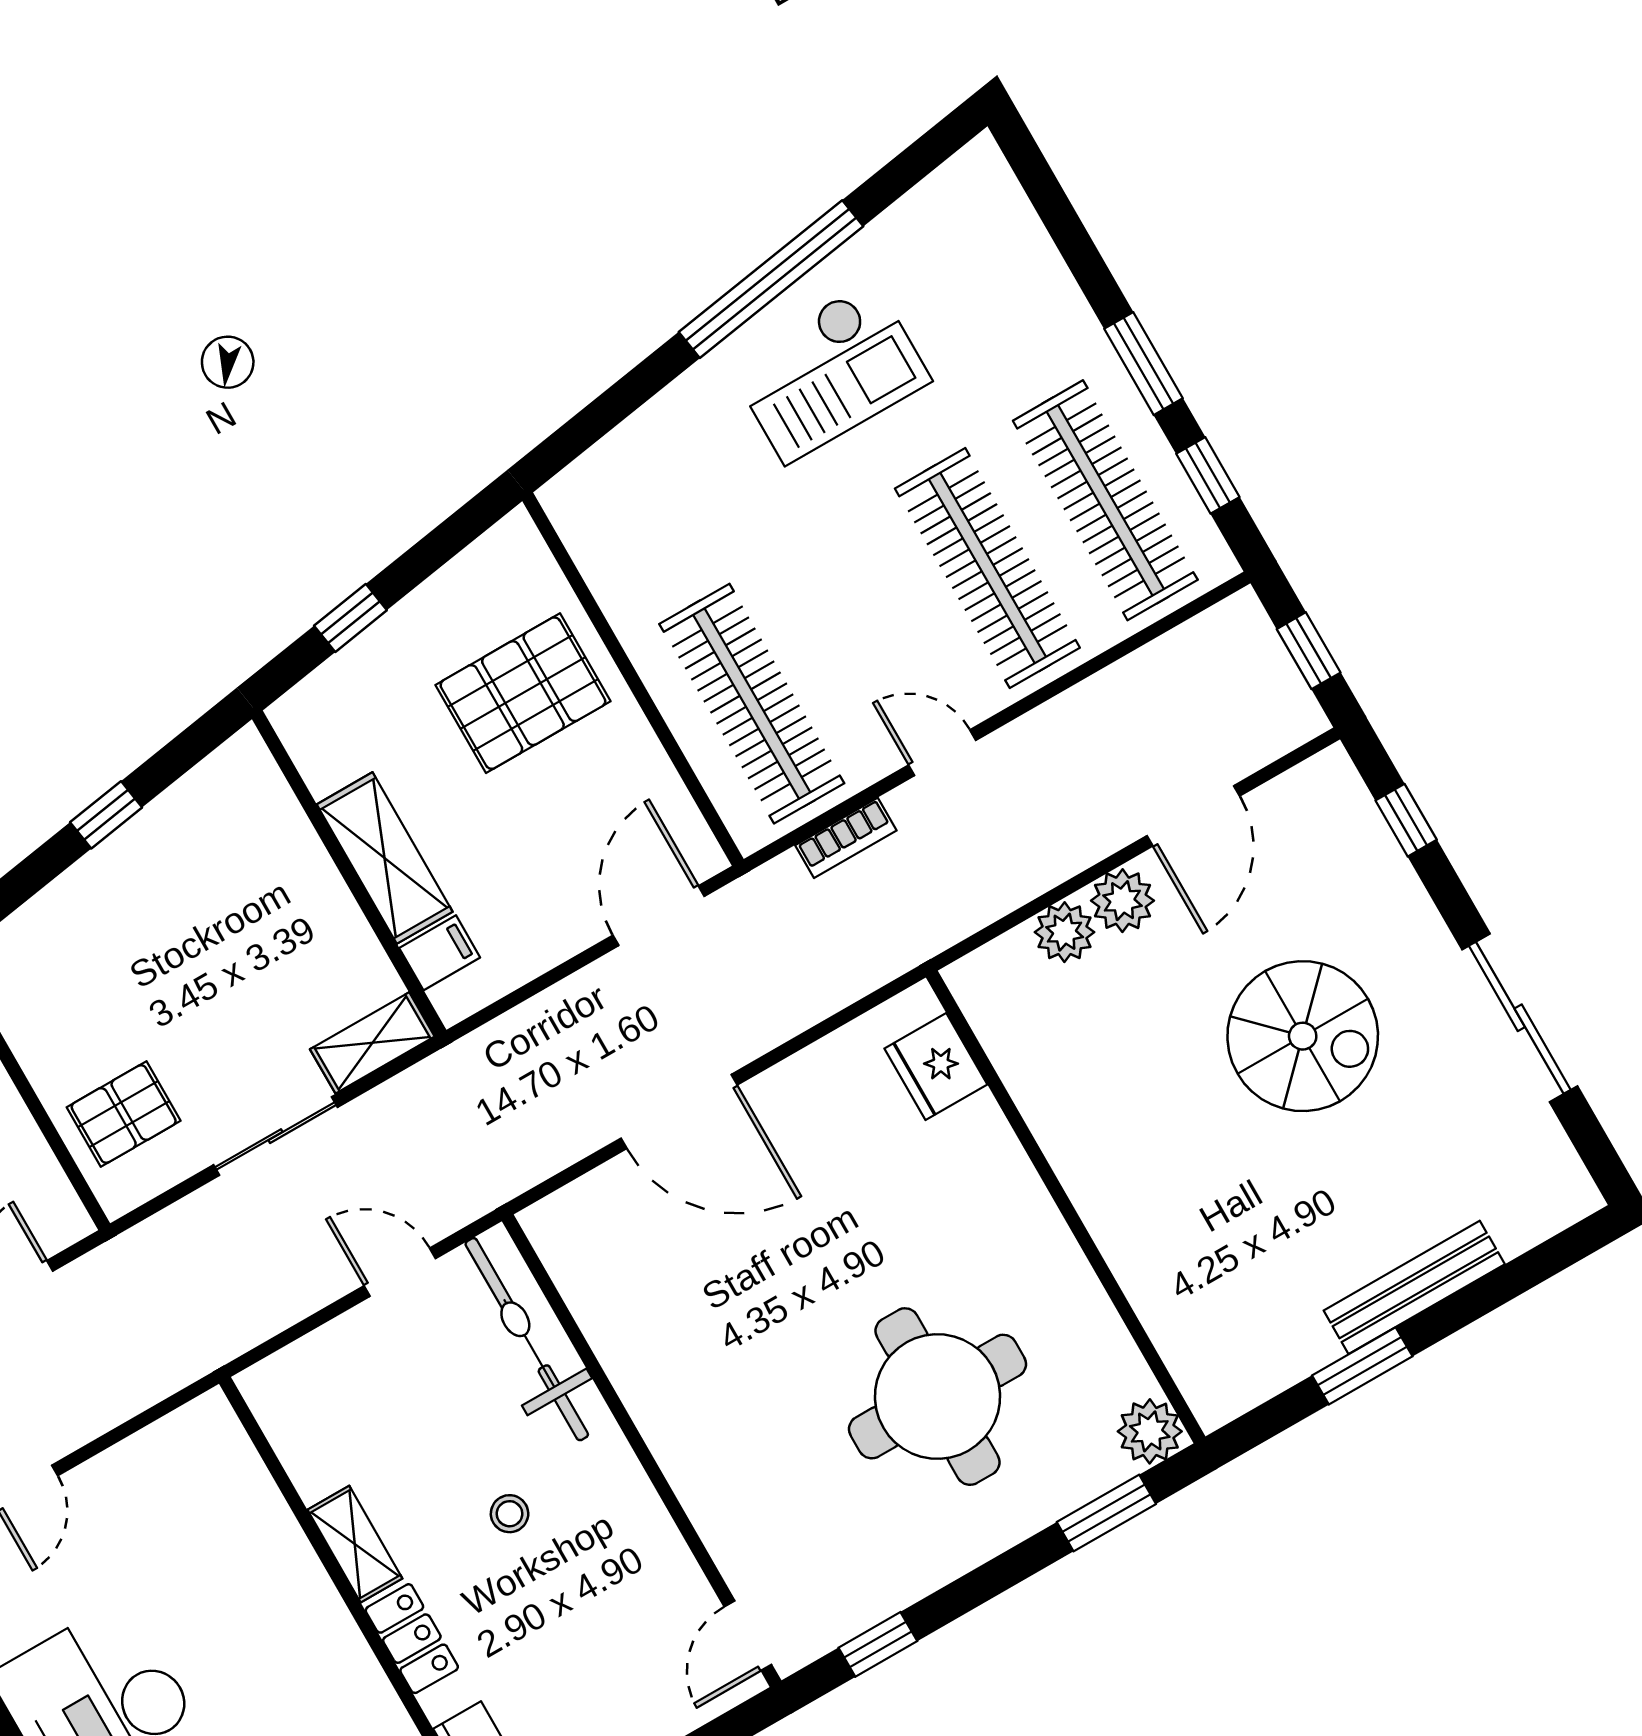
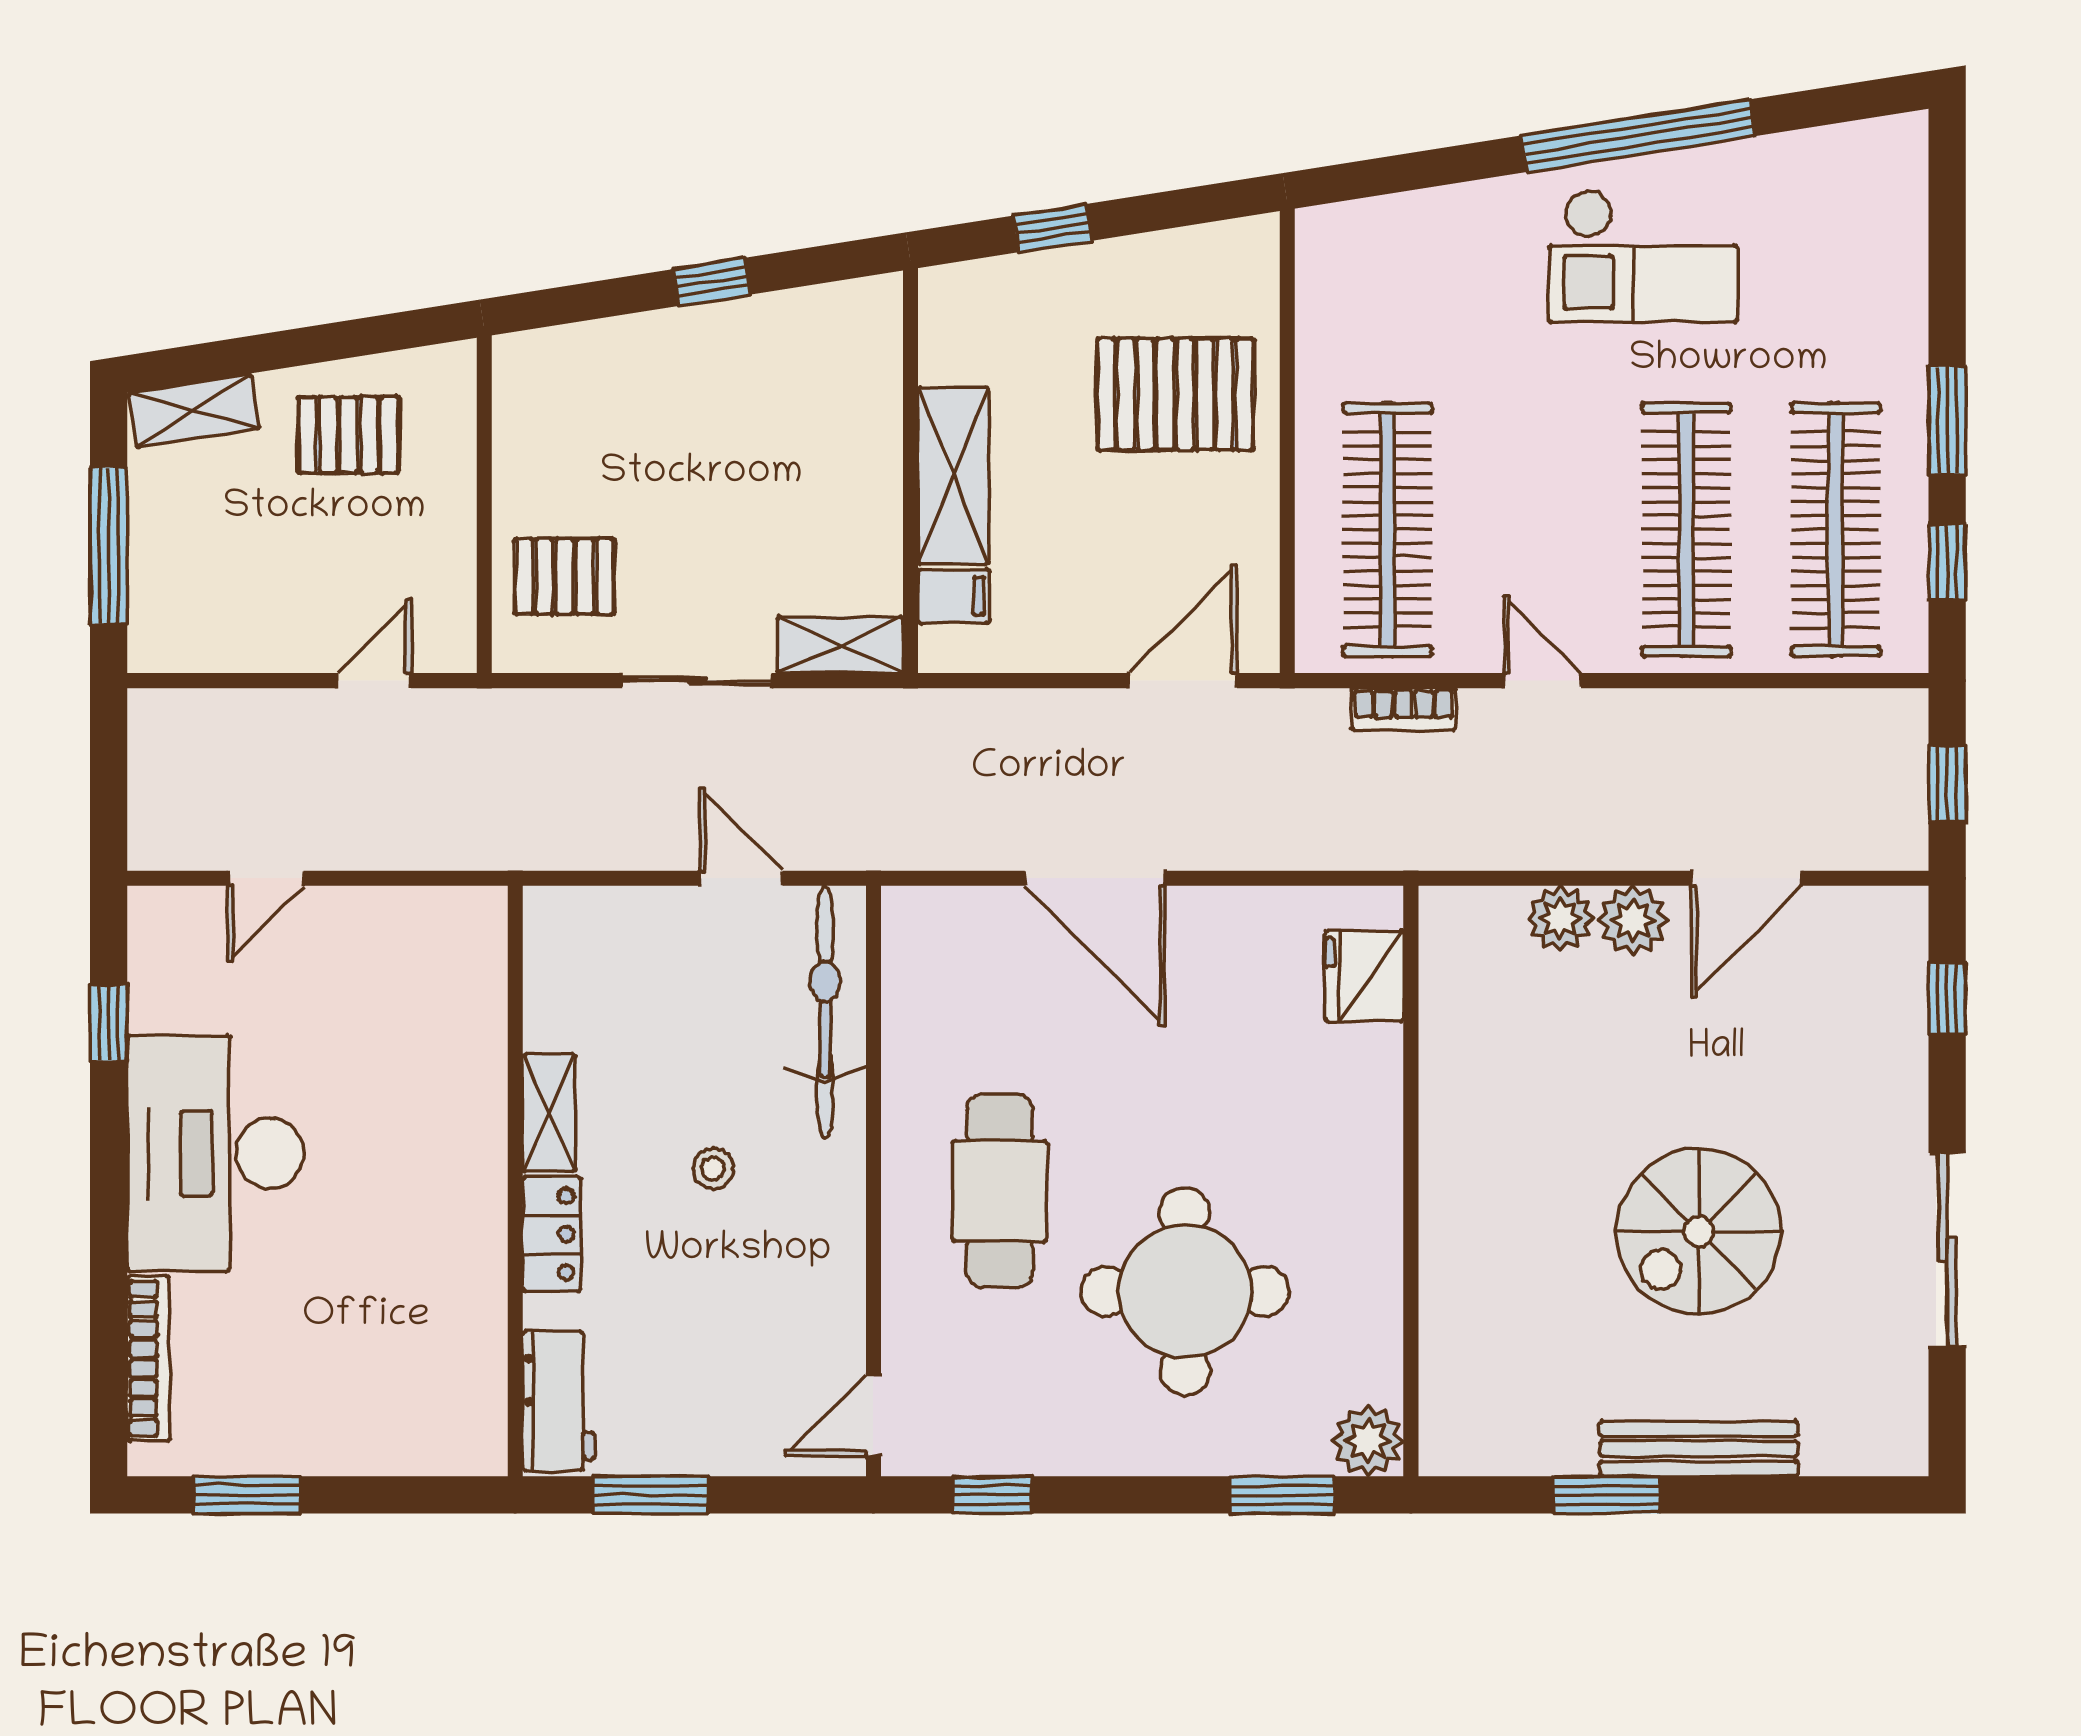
spiral stairs: (1303, 1036) -> (1699, 1231), moved, turned 90
cafe table: (746, 1401) -> (1000, 1191), added

